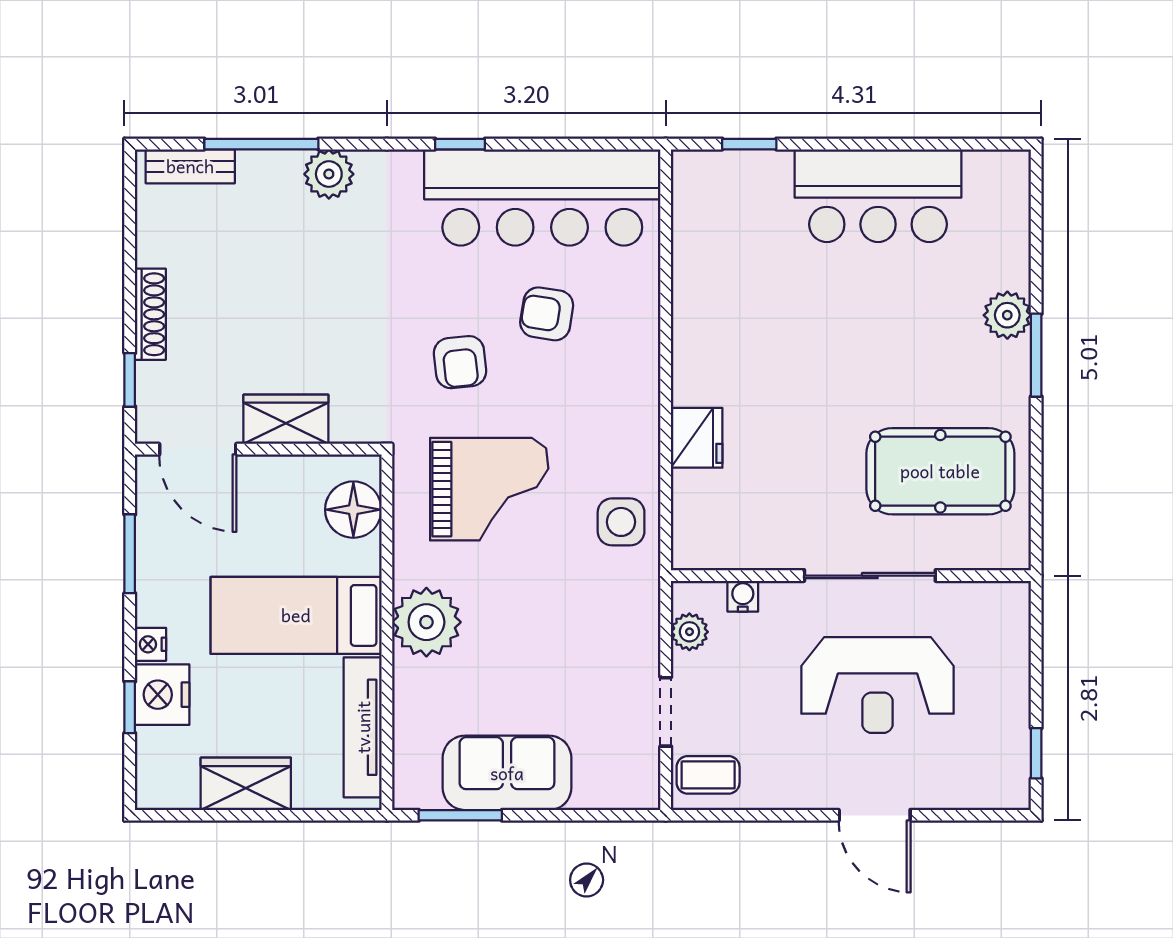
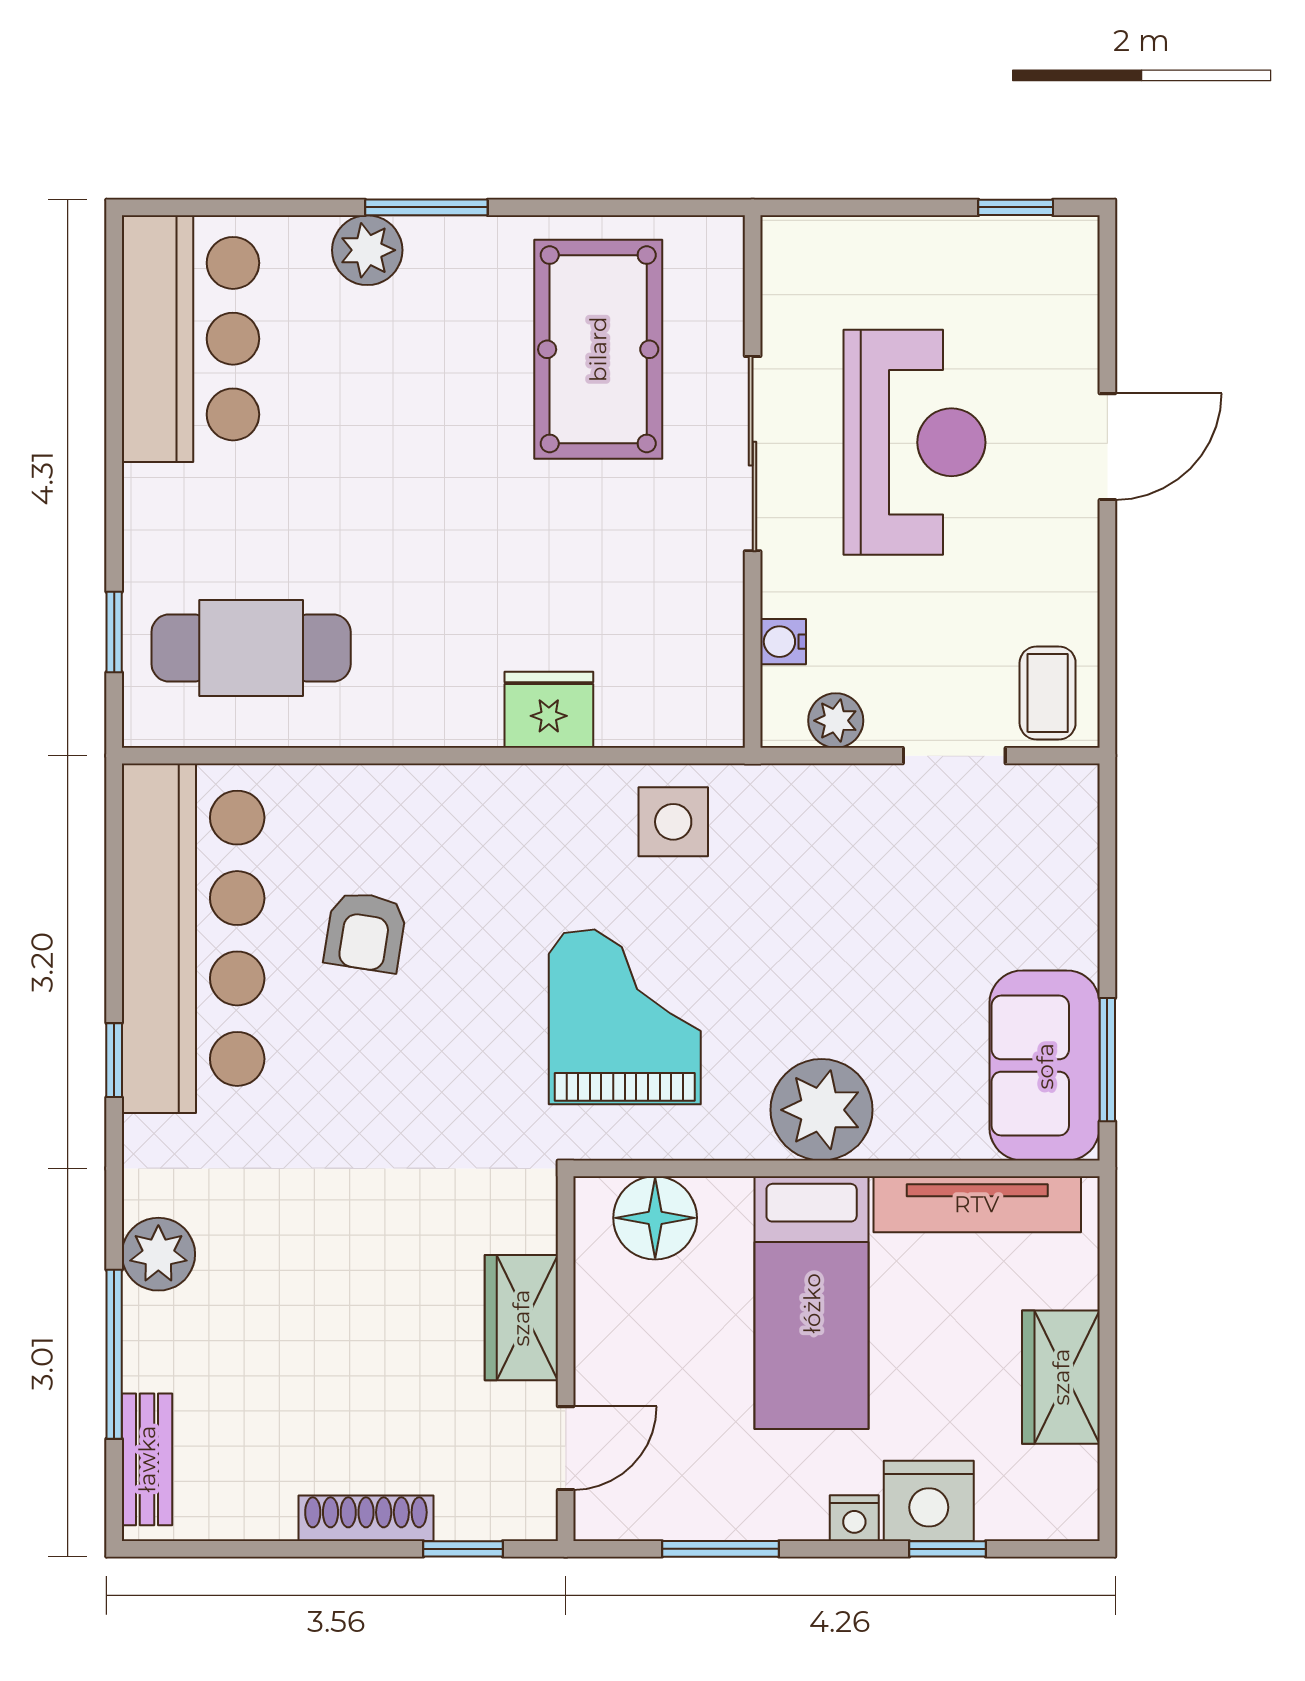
bar counter: (878, 196) -> (190, 339), moved
cafe table: (738, 237) -> (251, 648), added
armchair: (460, 362) -> (437, 1060), removed
door: (198, 449) -> (566, 1448), width x0.73
sofa: (507, 773) -> (1045, 1066), moved

